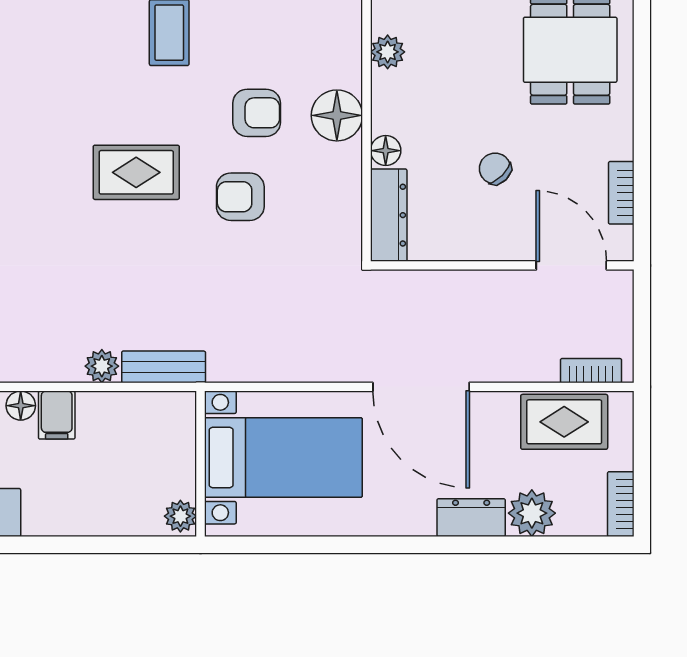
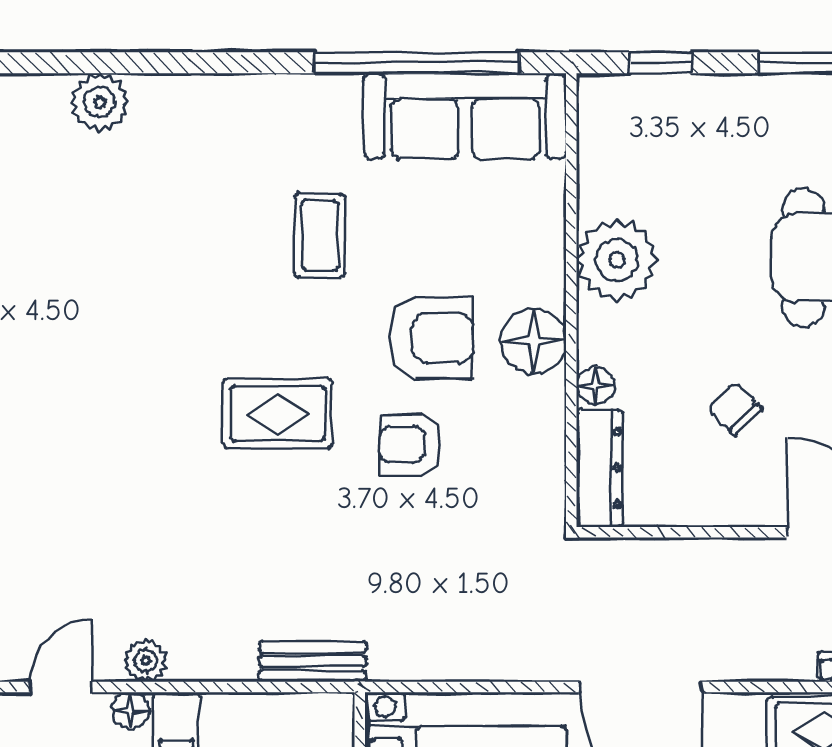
plant: (388, 52) -> (617, 260), width x1.87, depth x1.87
armchair: (257, 113) -> (431, 338), width x1.38, depth x1.38
plant: (102, 366) -> (146, 660), moved

